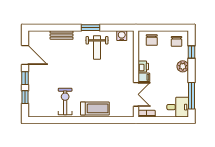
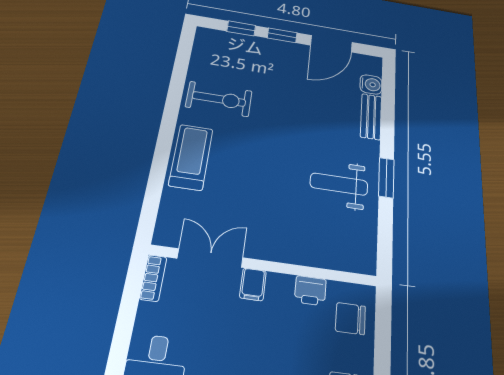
water cooler: (122, 36) -> (371, 84), moved
printer: (143, 66) -> (310, 291), moved
double door: (136, 94) -> (210, 258), swing flipped
treadmill: (95, 108) -> (191, 157), turned 180

